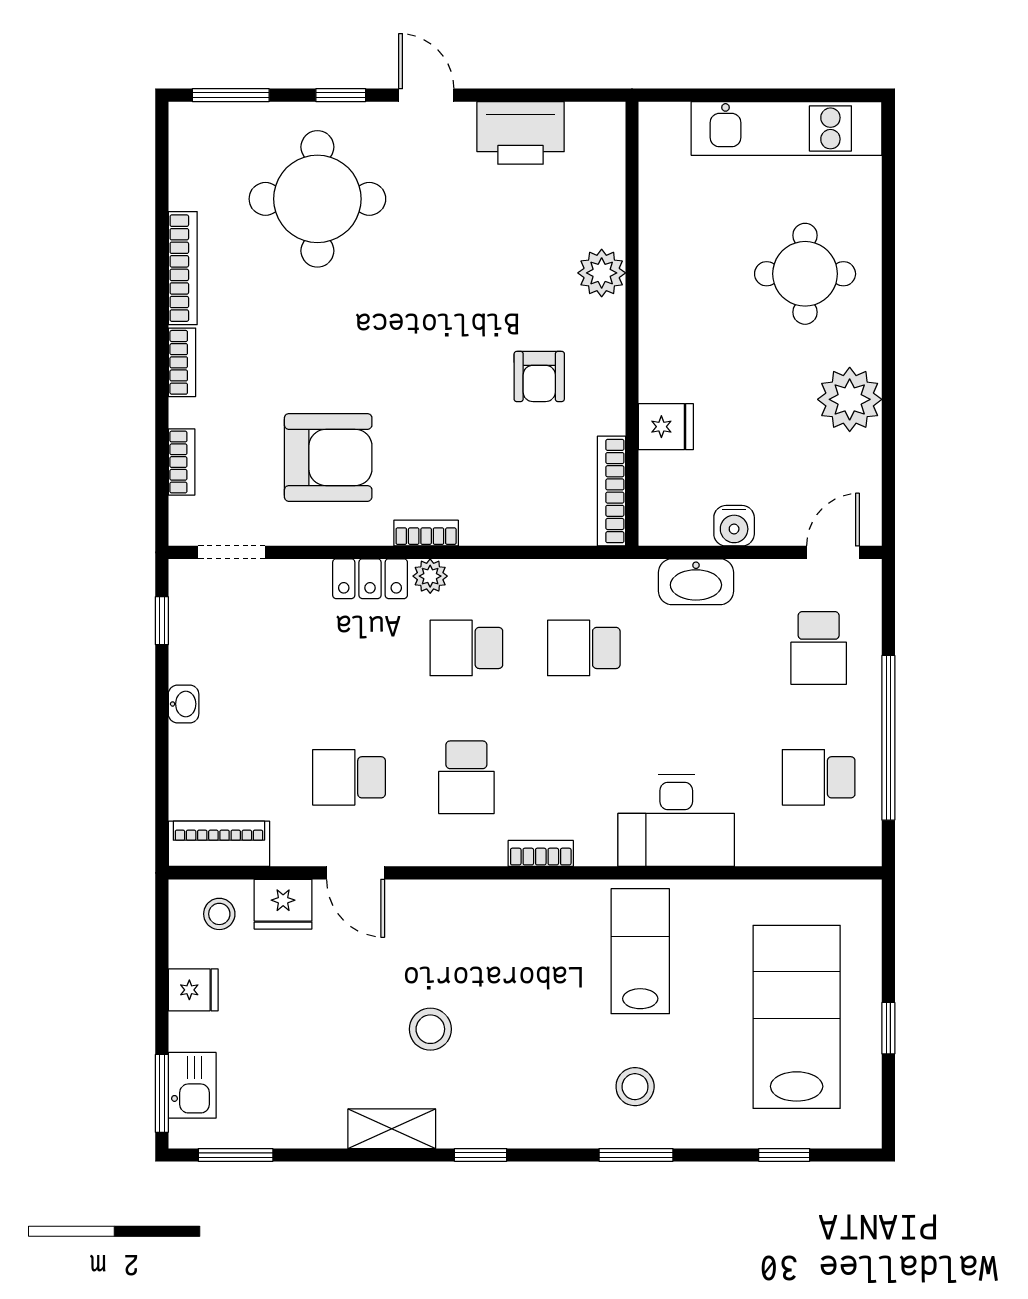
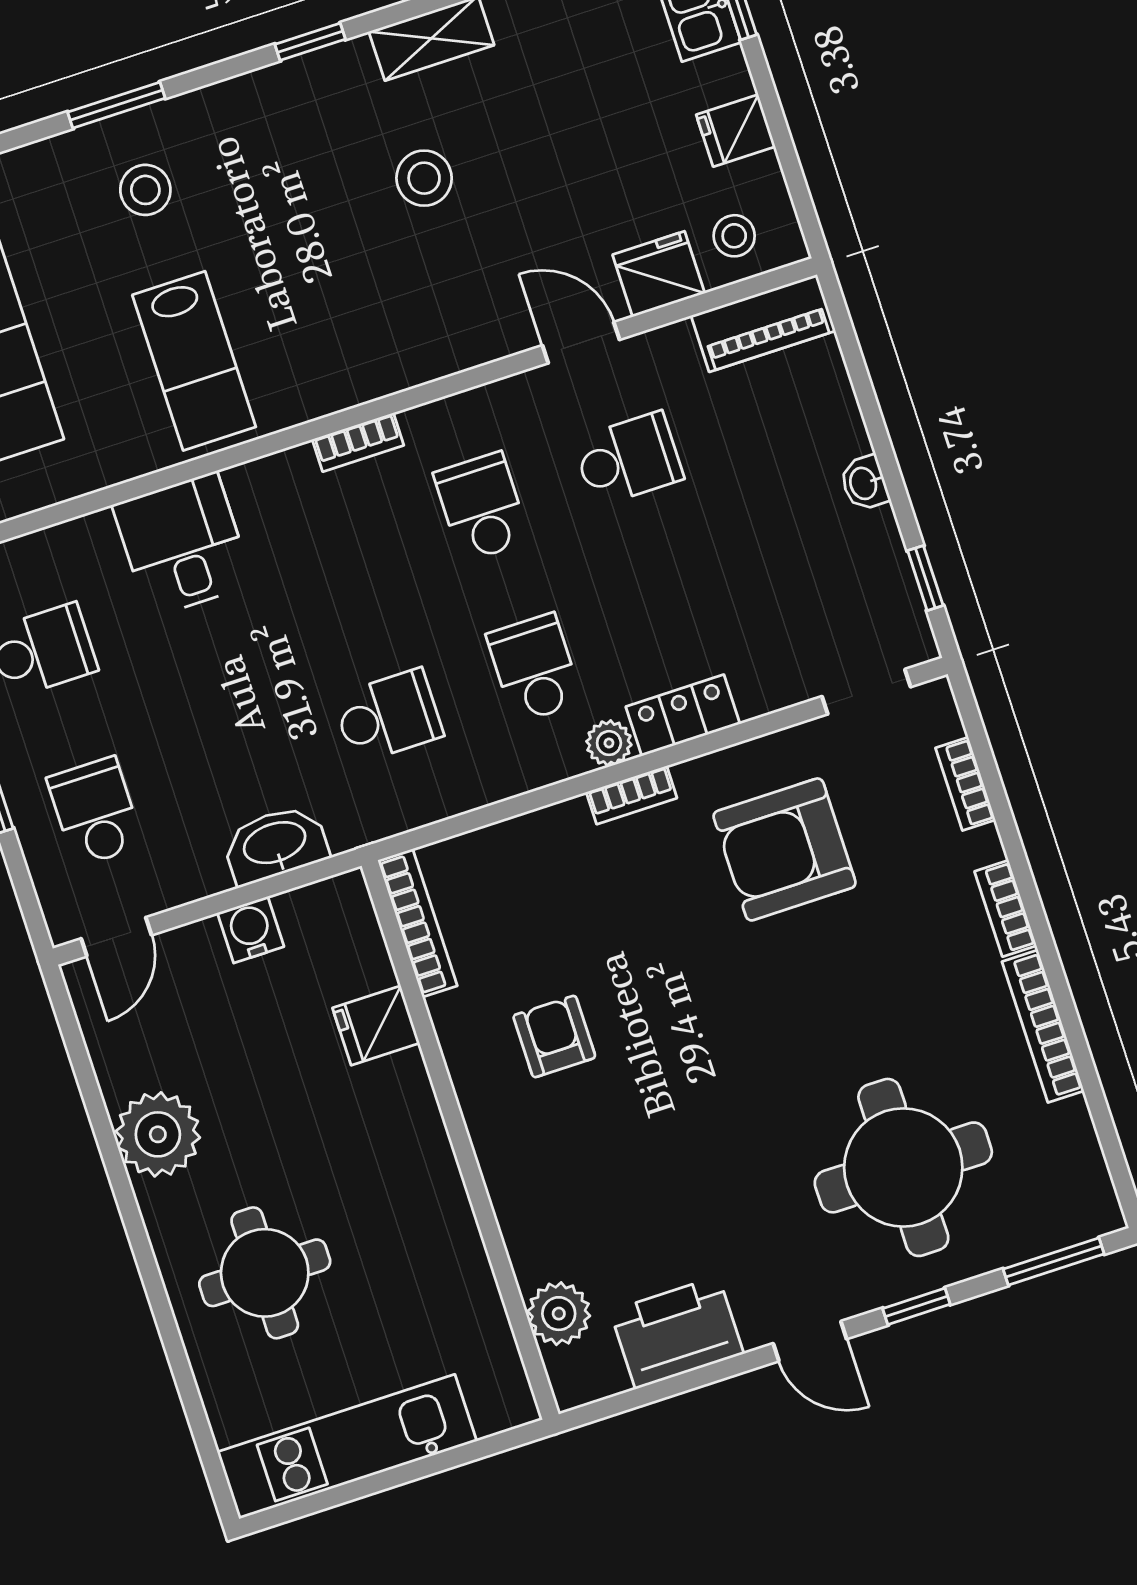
plant: (602, 273) -> (559, 1314), moved
school desk: (466, 648) -> (534, 668), turned -90
desk: (676, 821) -> (183, 545), width x0.73

